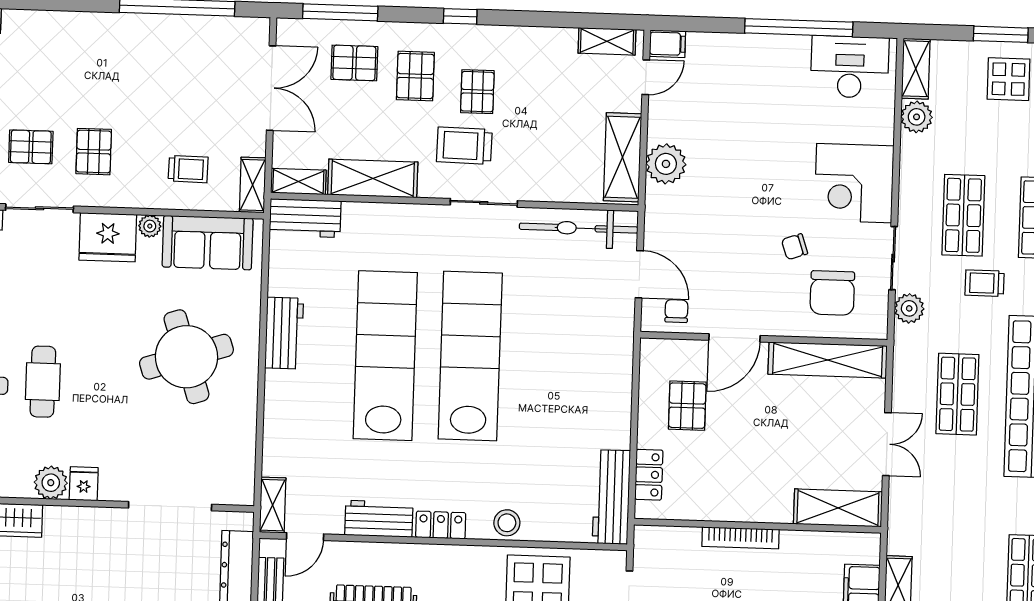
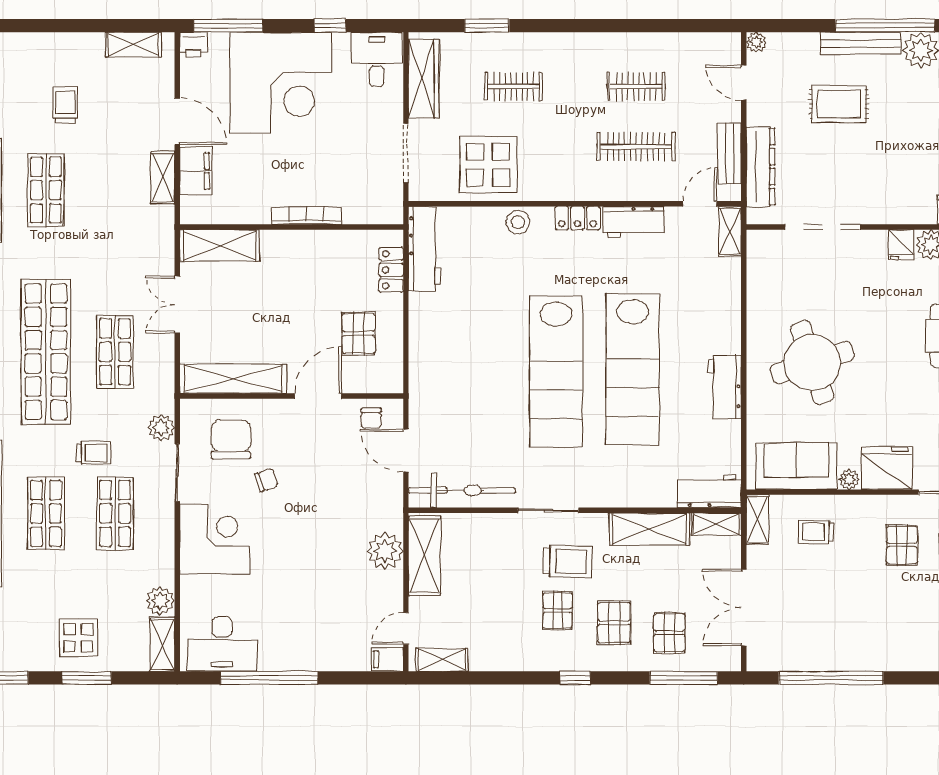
pallet: (354, 63) -> (669, 633), turned 90

